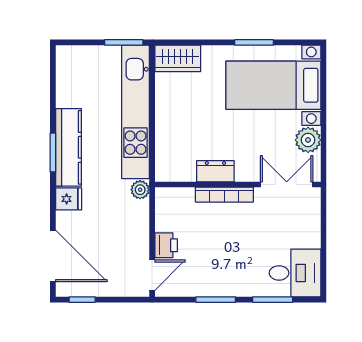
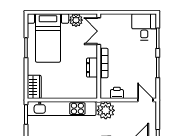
plant: (140, 190) -> (106, 110), width x1.88, depth x1.88
printer: (166, 245) -> (117, 93), moved

